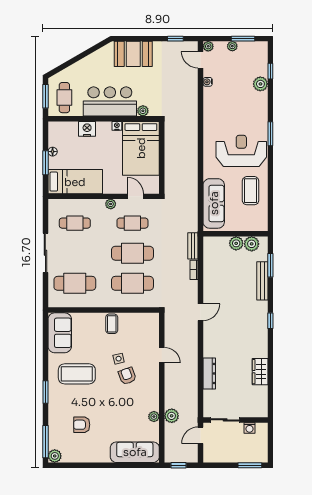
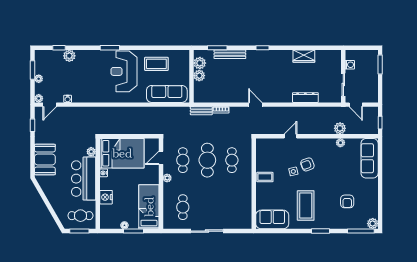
cafe table: (75, 283) -> (232, 207), removed
cafe table: (132, 283) -> (232, 160), width x0.73, depth x0.74

